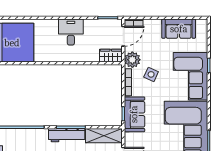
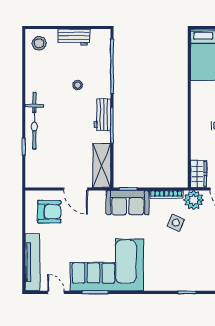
corner sofa: (190, 76) -> (174, 270), removed
workbench: (67, 135) -> (102, 115), width x0.73

